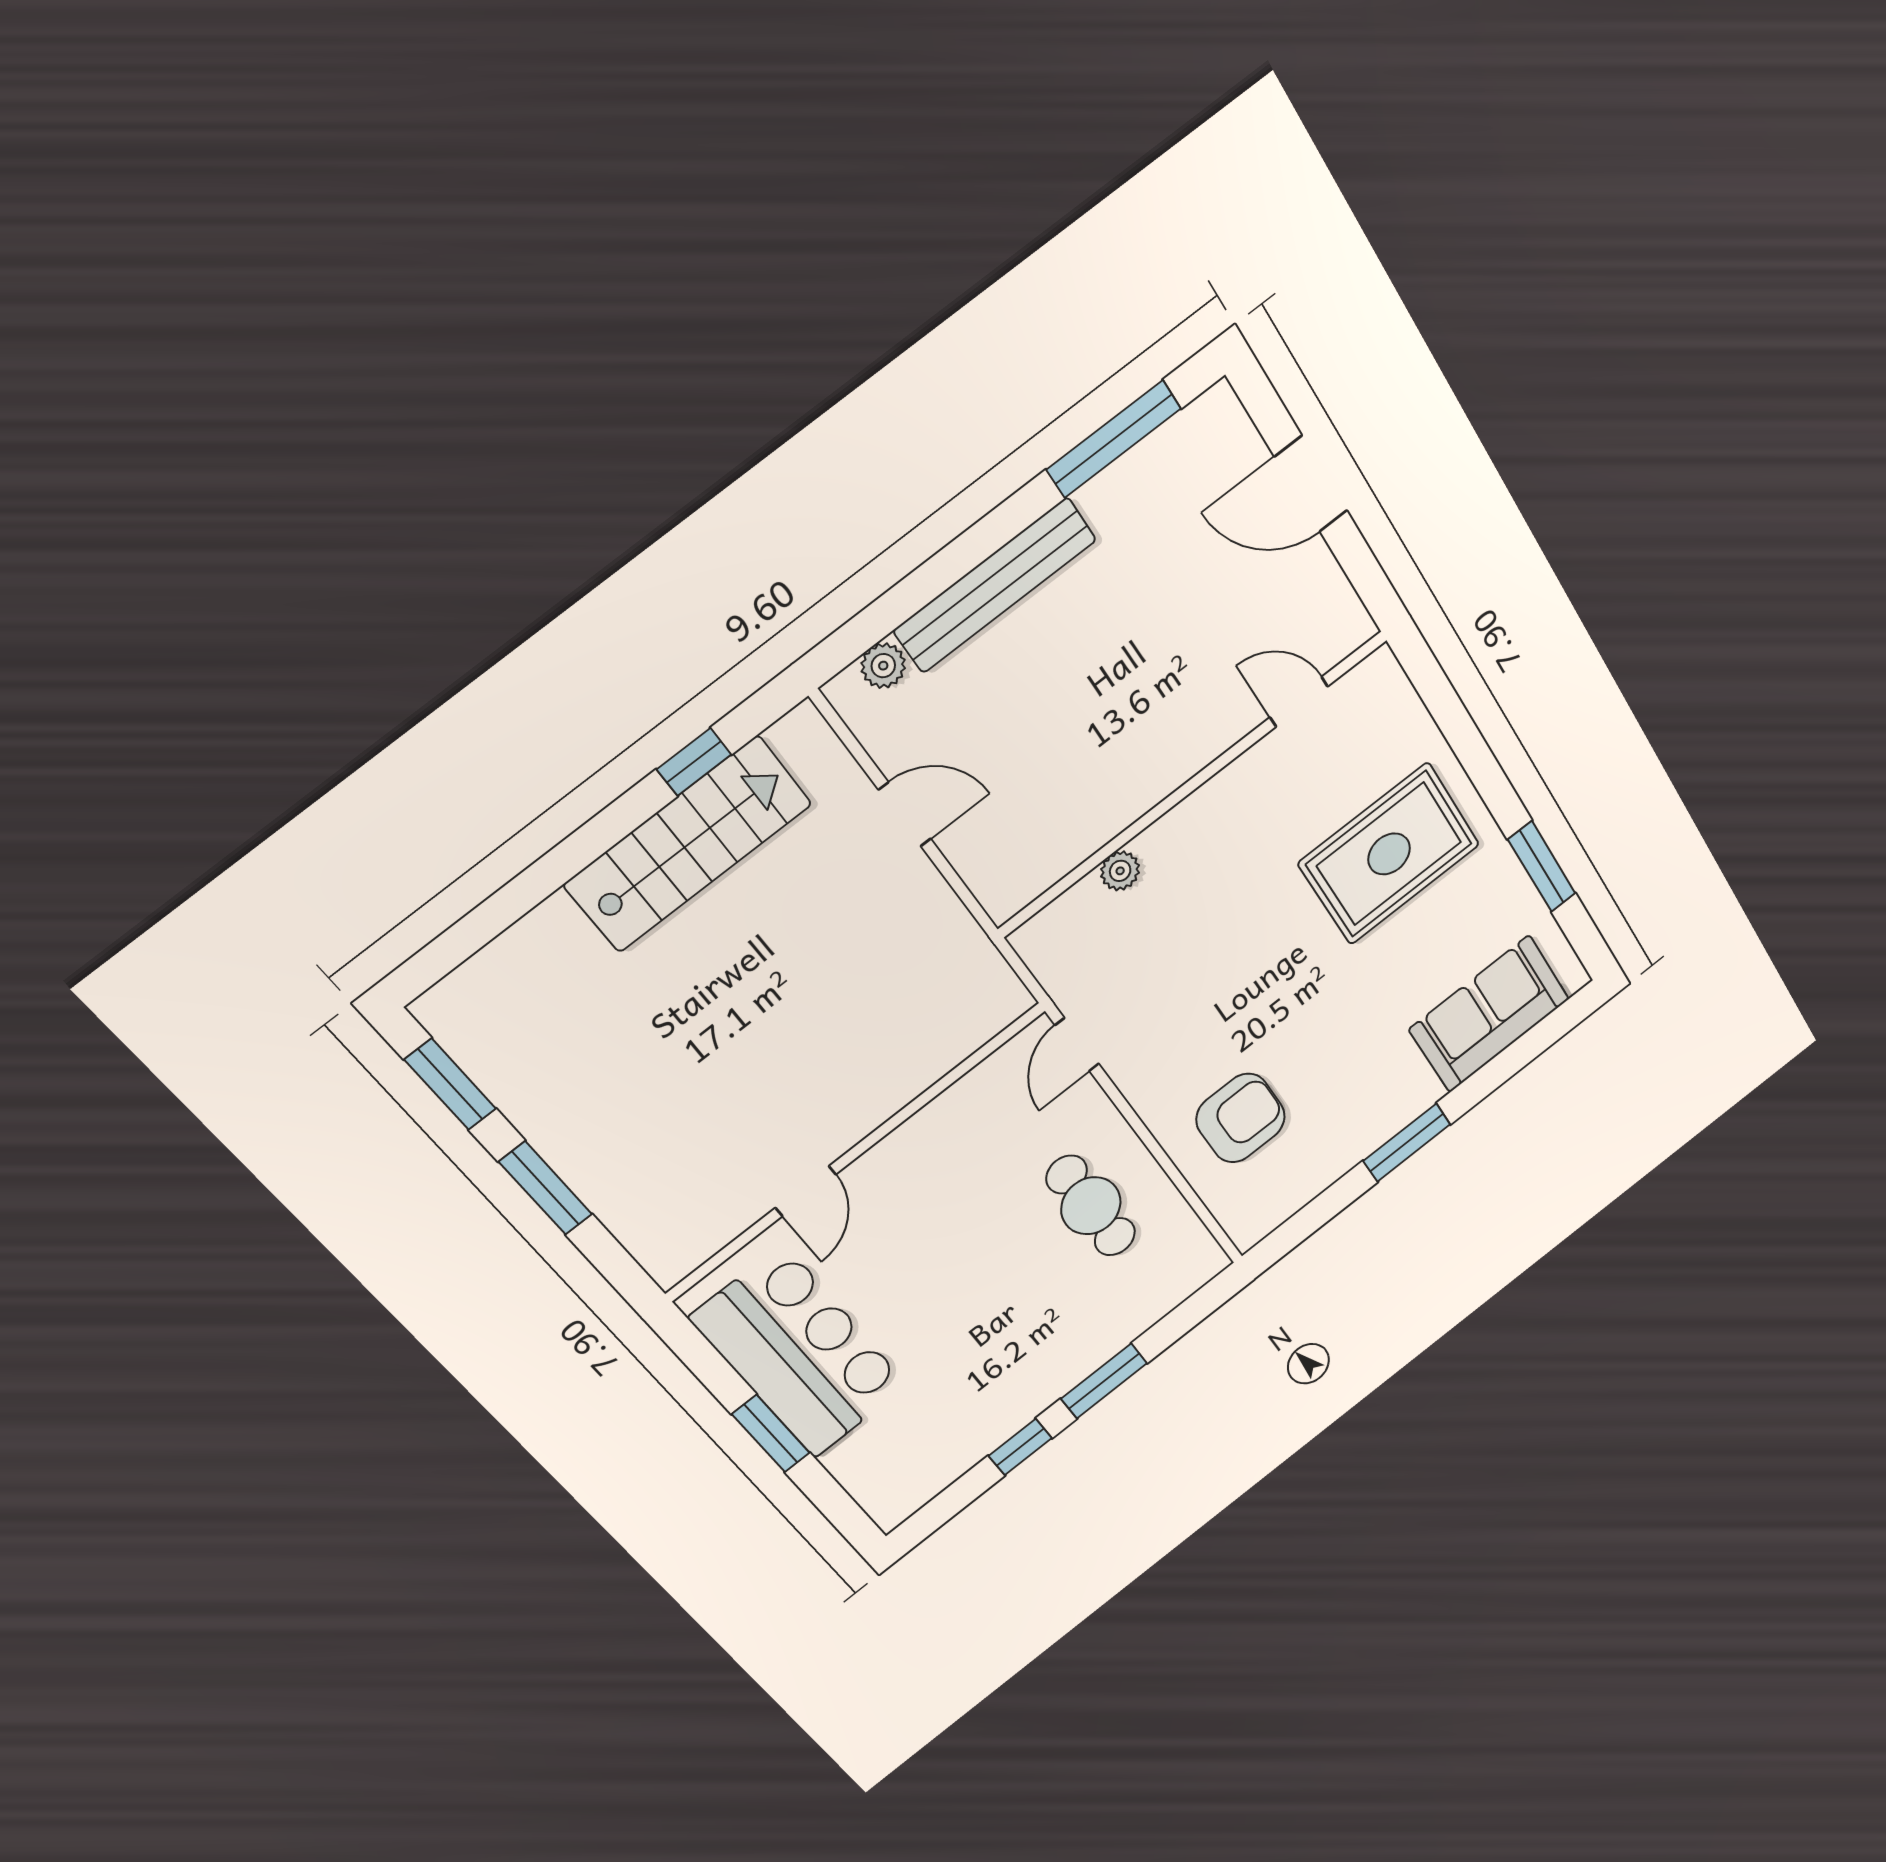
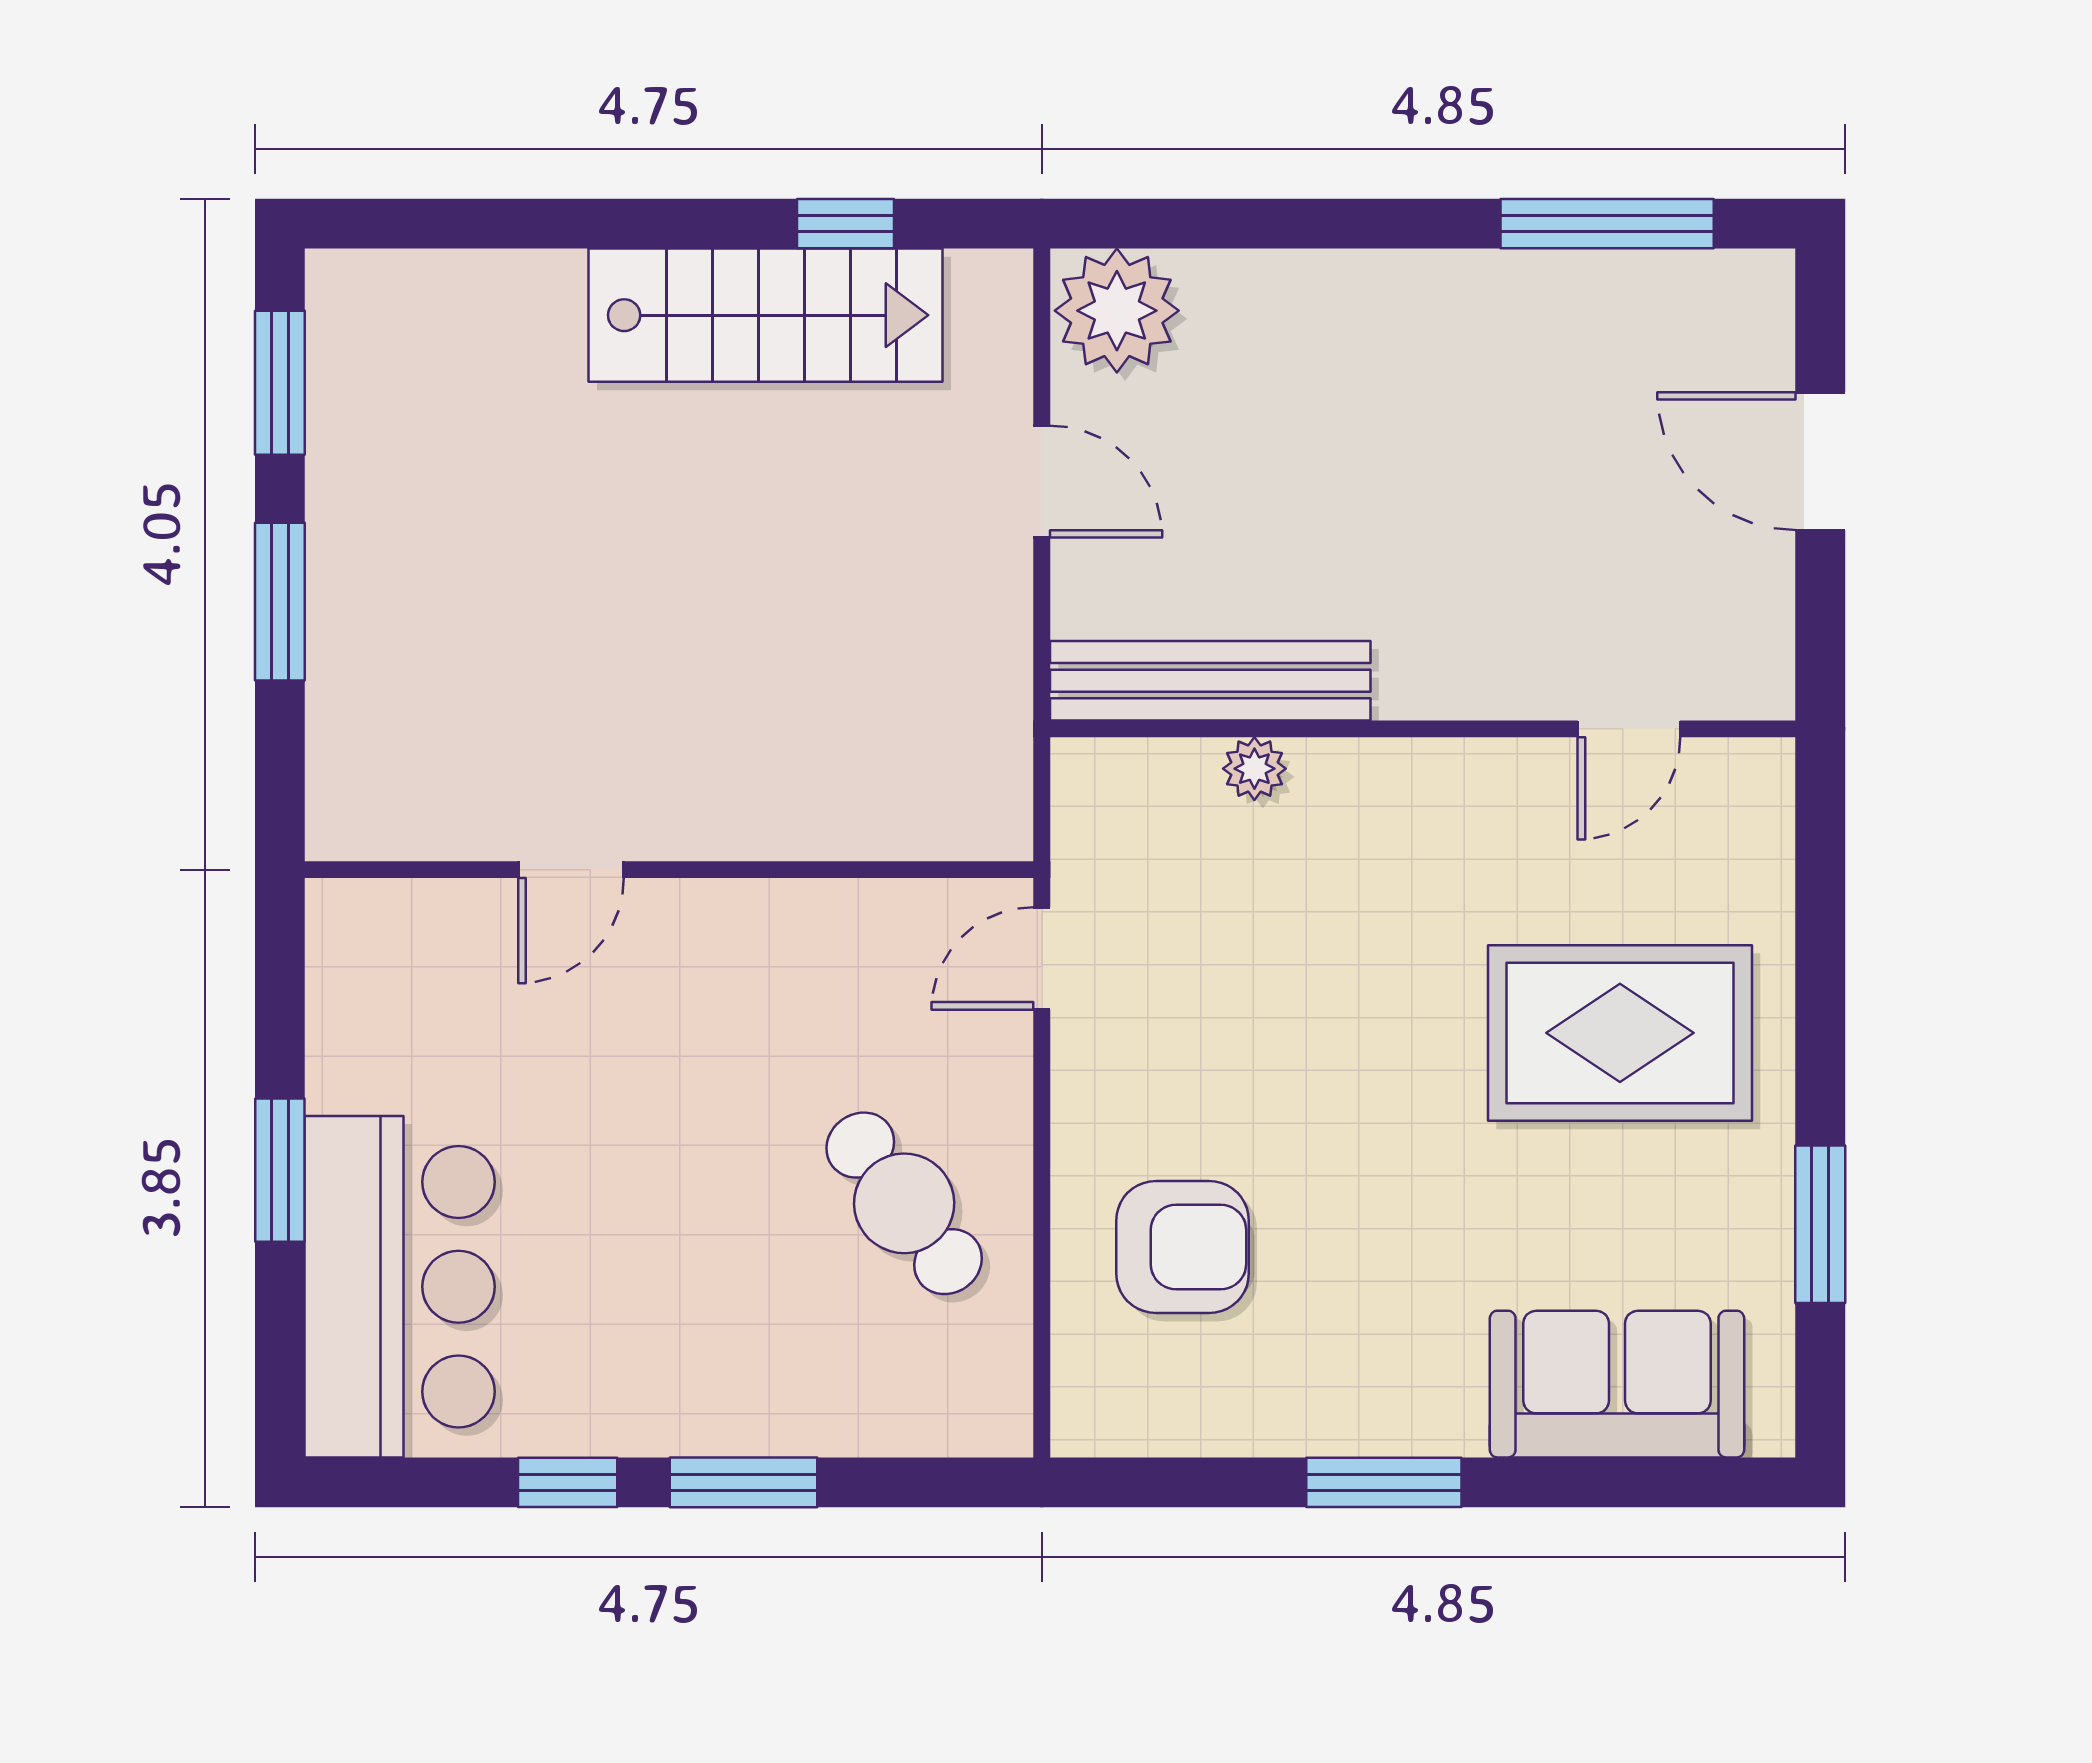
bench: (995, 585) -> (1210, 681), moved
plant: (883, 666) -> (1117, 311), width x1.88, depth x1.88
door: (1299, 702) -> (1629, 729), swing flipped
cafe table: (1091, 1206) -> (904, 1203), turned -37
bar counter: (799, 1352) -> (400, 1287), moved

